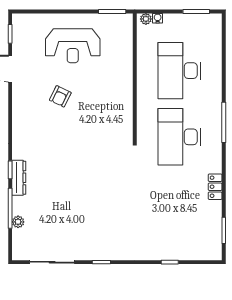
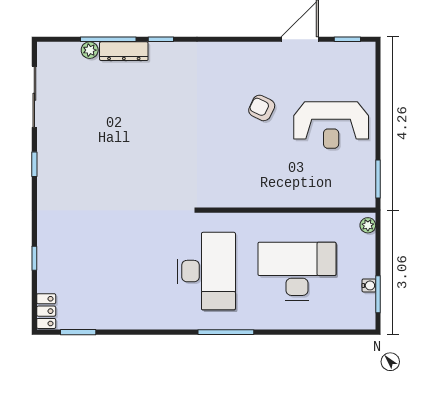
water cooler: (158, 18) -> (369, 285), moved
reception desk: (73, 46) -> (331, 125), turned -90
desk: (179, 137) -> (206, 271), turned 90
dresser: (19, 178) -> (124, 51), moved
locker: (215, 187) -> (46, 311), moved, turned 90

